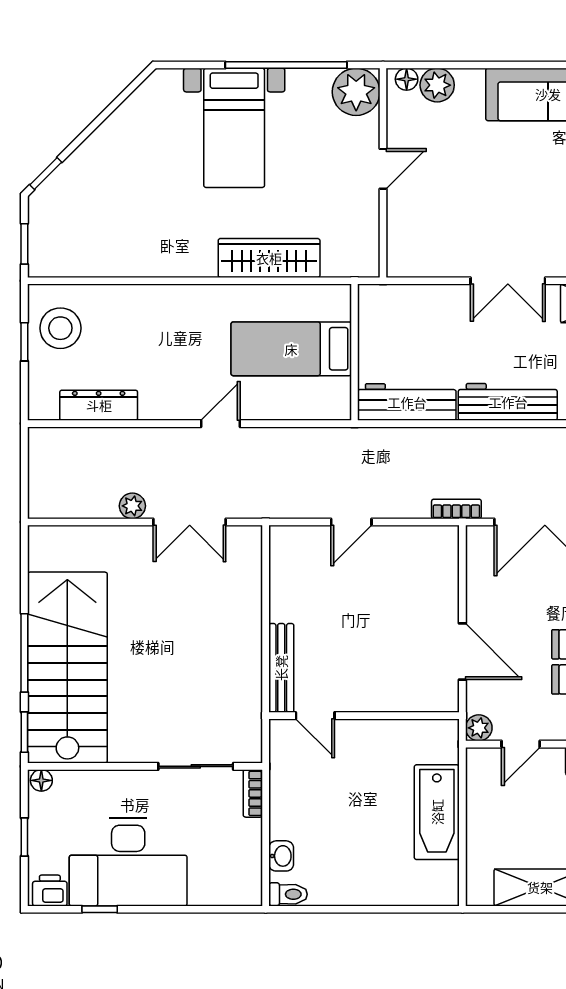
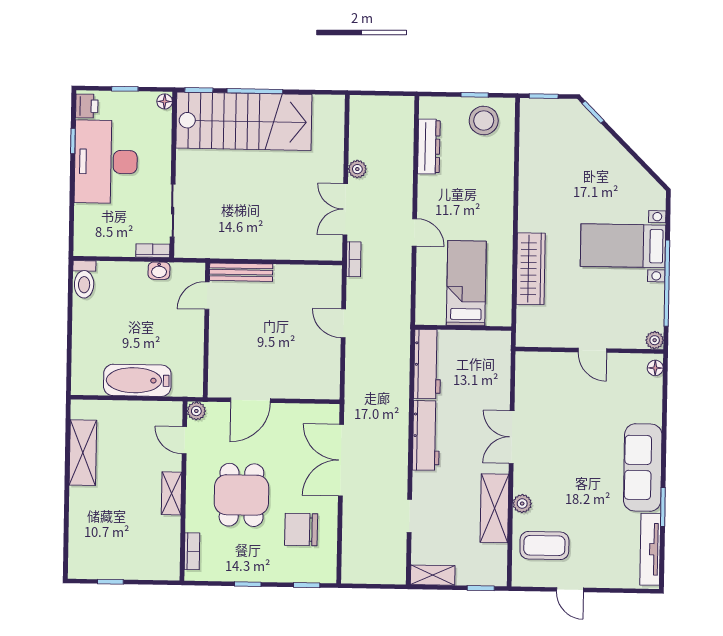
plant: (437, 85) -> (651, 389), removed
plant: (356, 92) -> (655, 340), width x0.53, depth x0.53
bookcase: (456, 509) -> (354, 259), moved
washbasin: (281, 856) -> (159, 271), moved
toilet: (288, 894) -> (84, 279), width x1.37, depth x1.39

